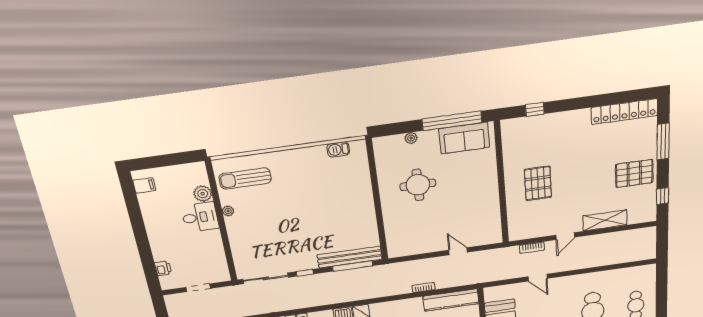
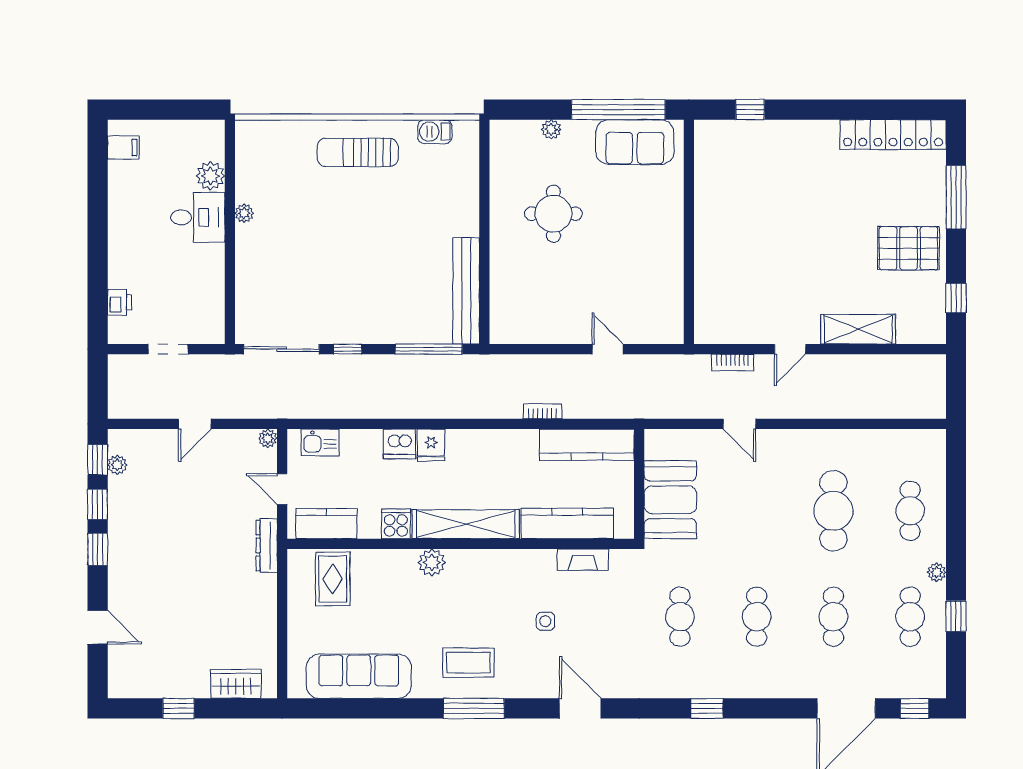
sun lounger: (245, 178) -> (358, 152), moved
pallet: (538, 183) -> (749, 242), removed
bench: (350, 257) -> (466, 291), moved, turned 90

